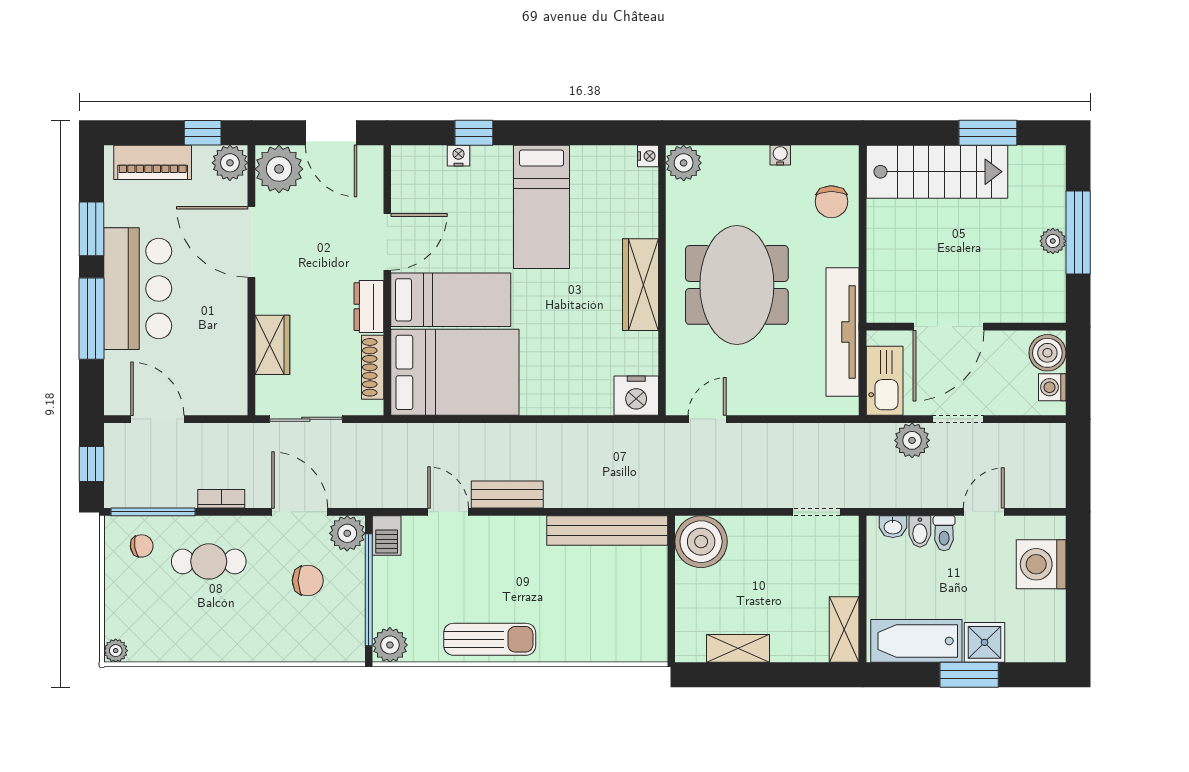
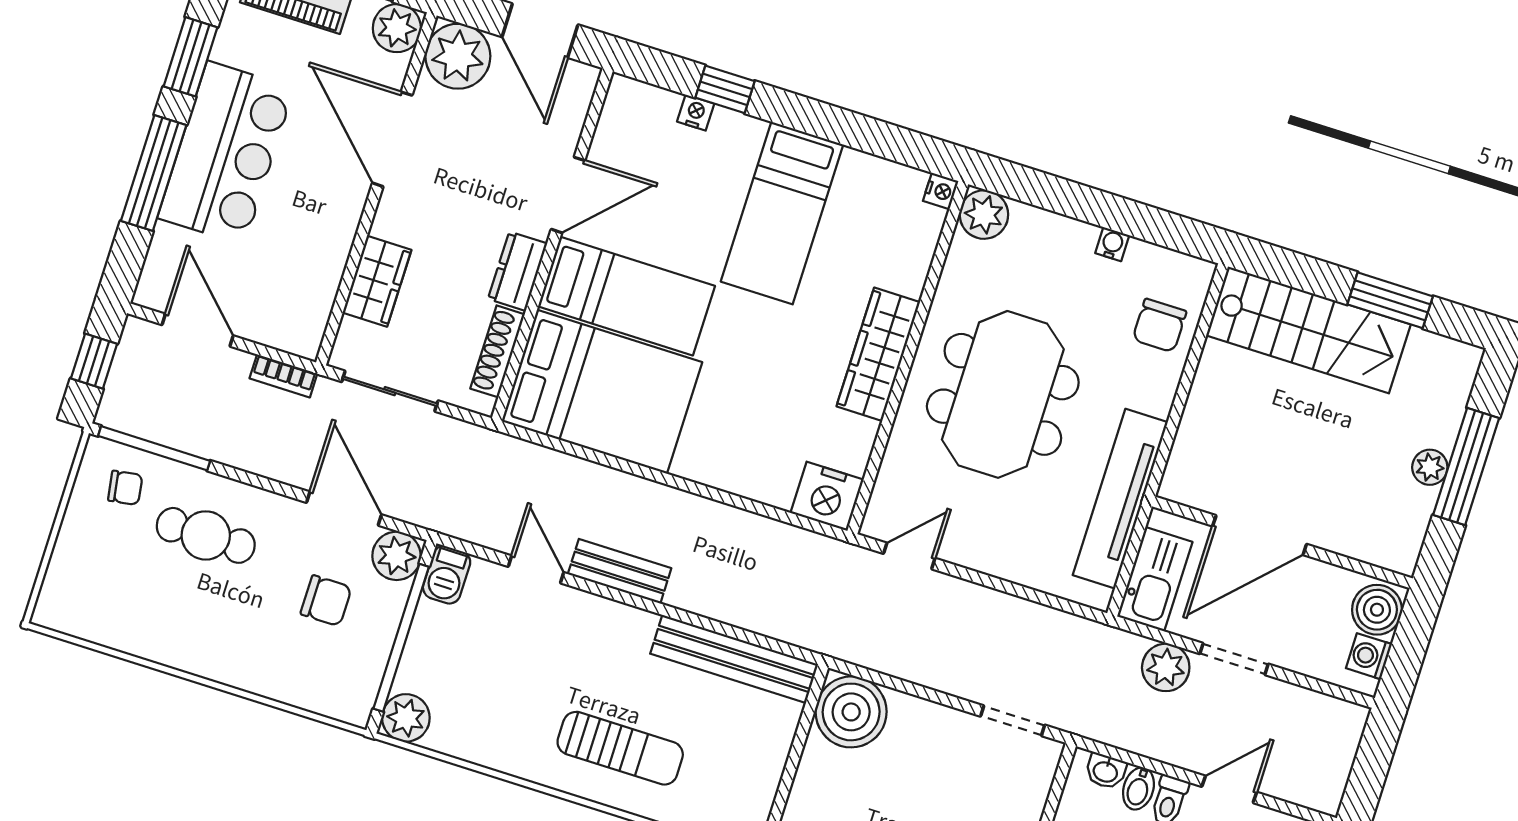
bookcase: (221, 499) -> (283, 376), moved, turned 180
sun lounger: (490, 639) -> (620, 748), moved
plant: (116, 651) -> (49, 613), removed

